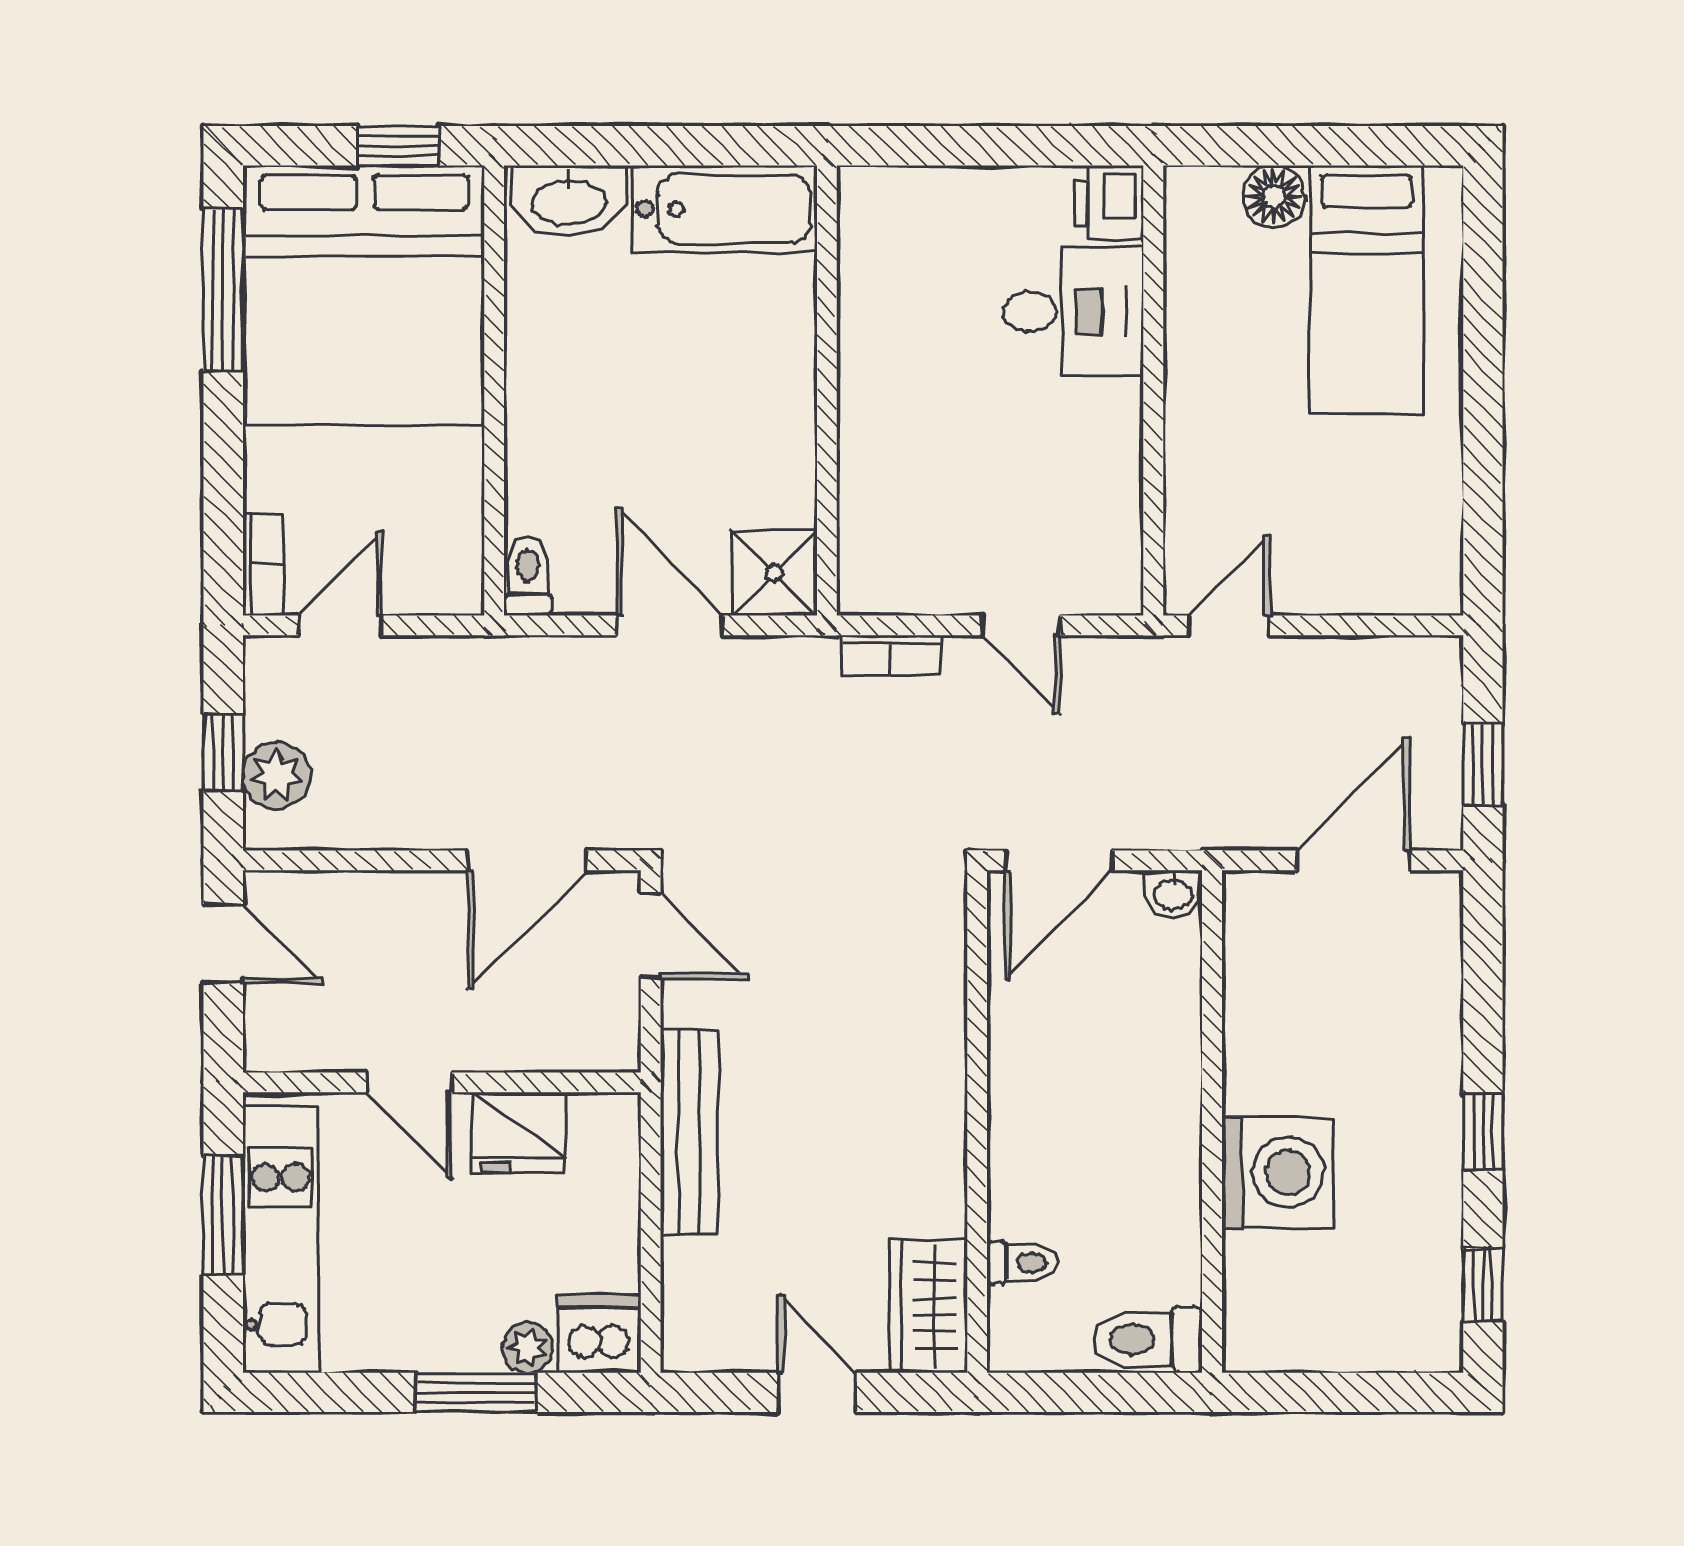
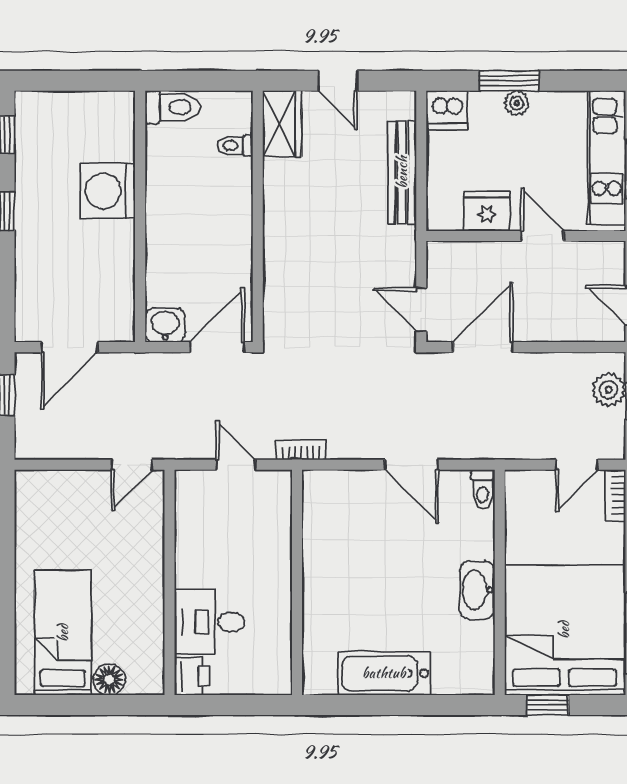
washbasin: (569, 201) -> (477, 590), moved, turned -90
wall: (827, 390) -> (297, 582), moved
shower: (774, 573) -> (359, 491), removed
washbasin: (1173, 894) -> (165, 325), width x1.38, depth x1.45
bench: (689, 1132) -> (402, 172), moved
plant: (528, 1348) -> (517, 103), moved

